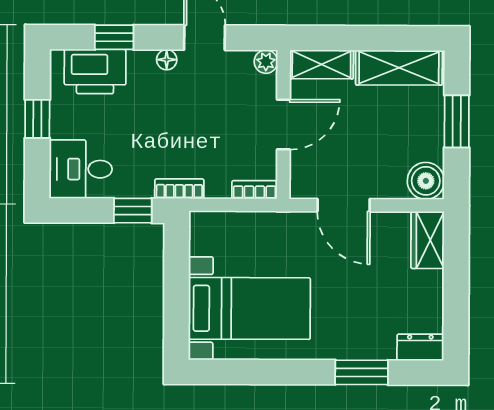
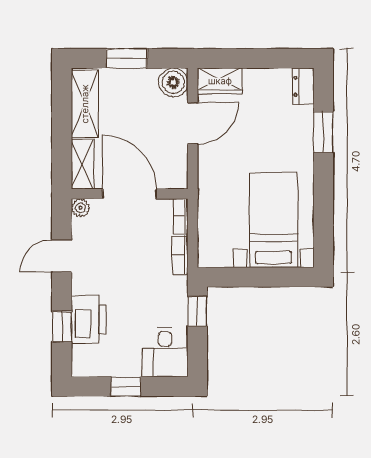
floor lamp: (167, 60) -> (79, 285), removed
printer: (95, 71) -> (89, 319), moved
door: (283, 125) -> (130, 194), width x1.36
bookcase: (179, 189) -> (180, 255), moved
door: (344, 205) -> (193, 123), moved

